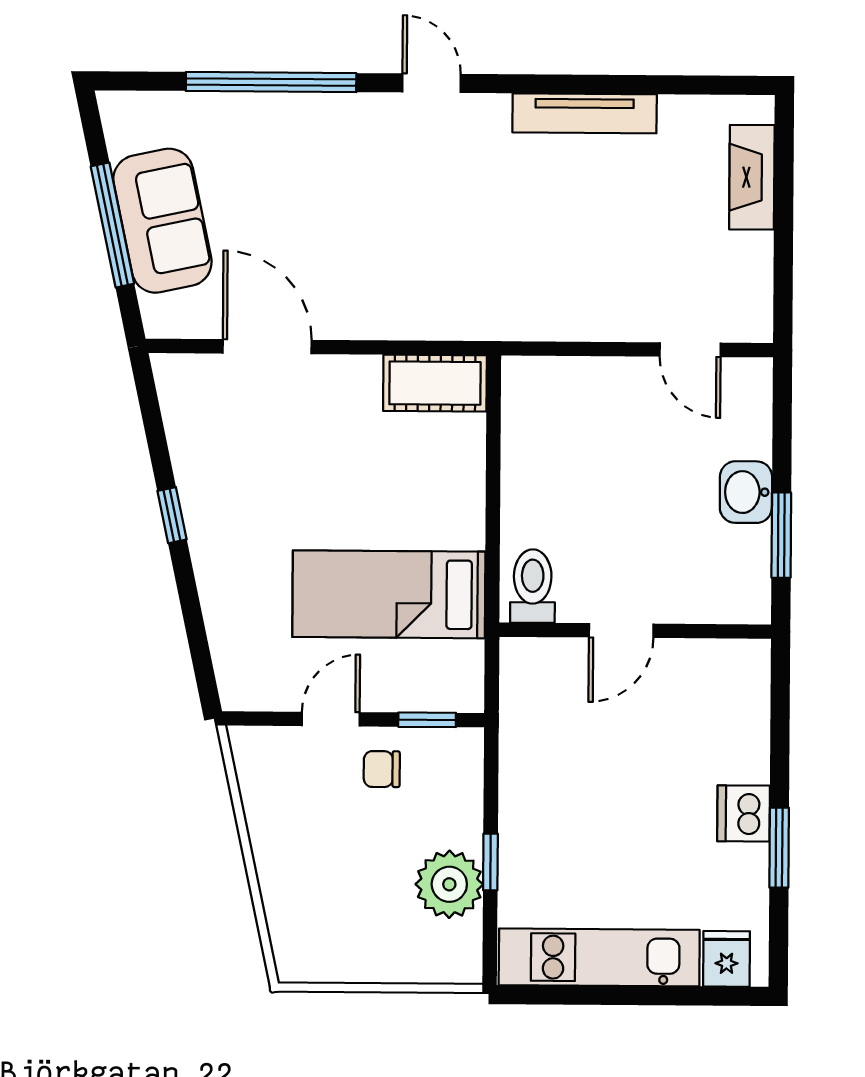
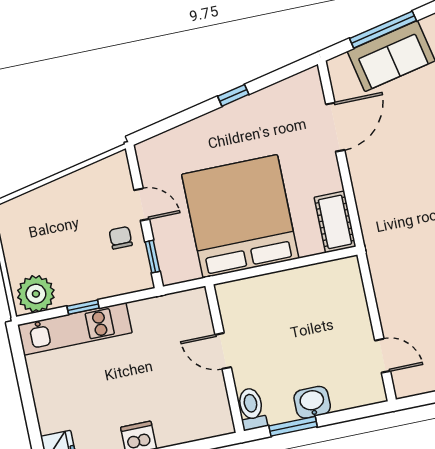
door: (690, 350) -> (383, 356), swing flipped
toilet: (533, 586) -> (252, 409), moved, turned -90
bed: (389, 594) -> (240, 216), width x2.04
plant: (449, 884) -> (36, 294), moved
kitchen unit: (599, 957) -> (75, 329), moved, turned 90

